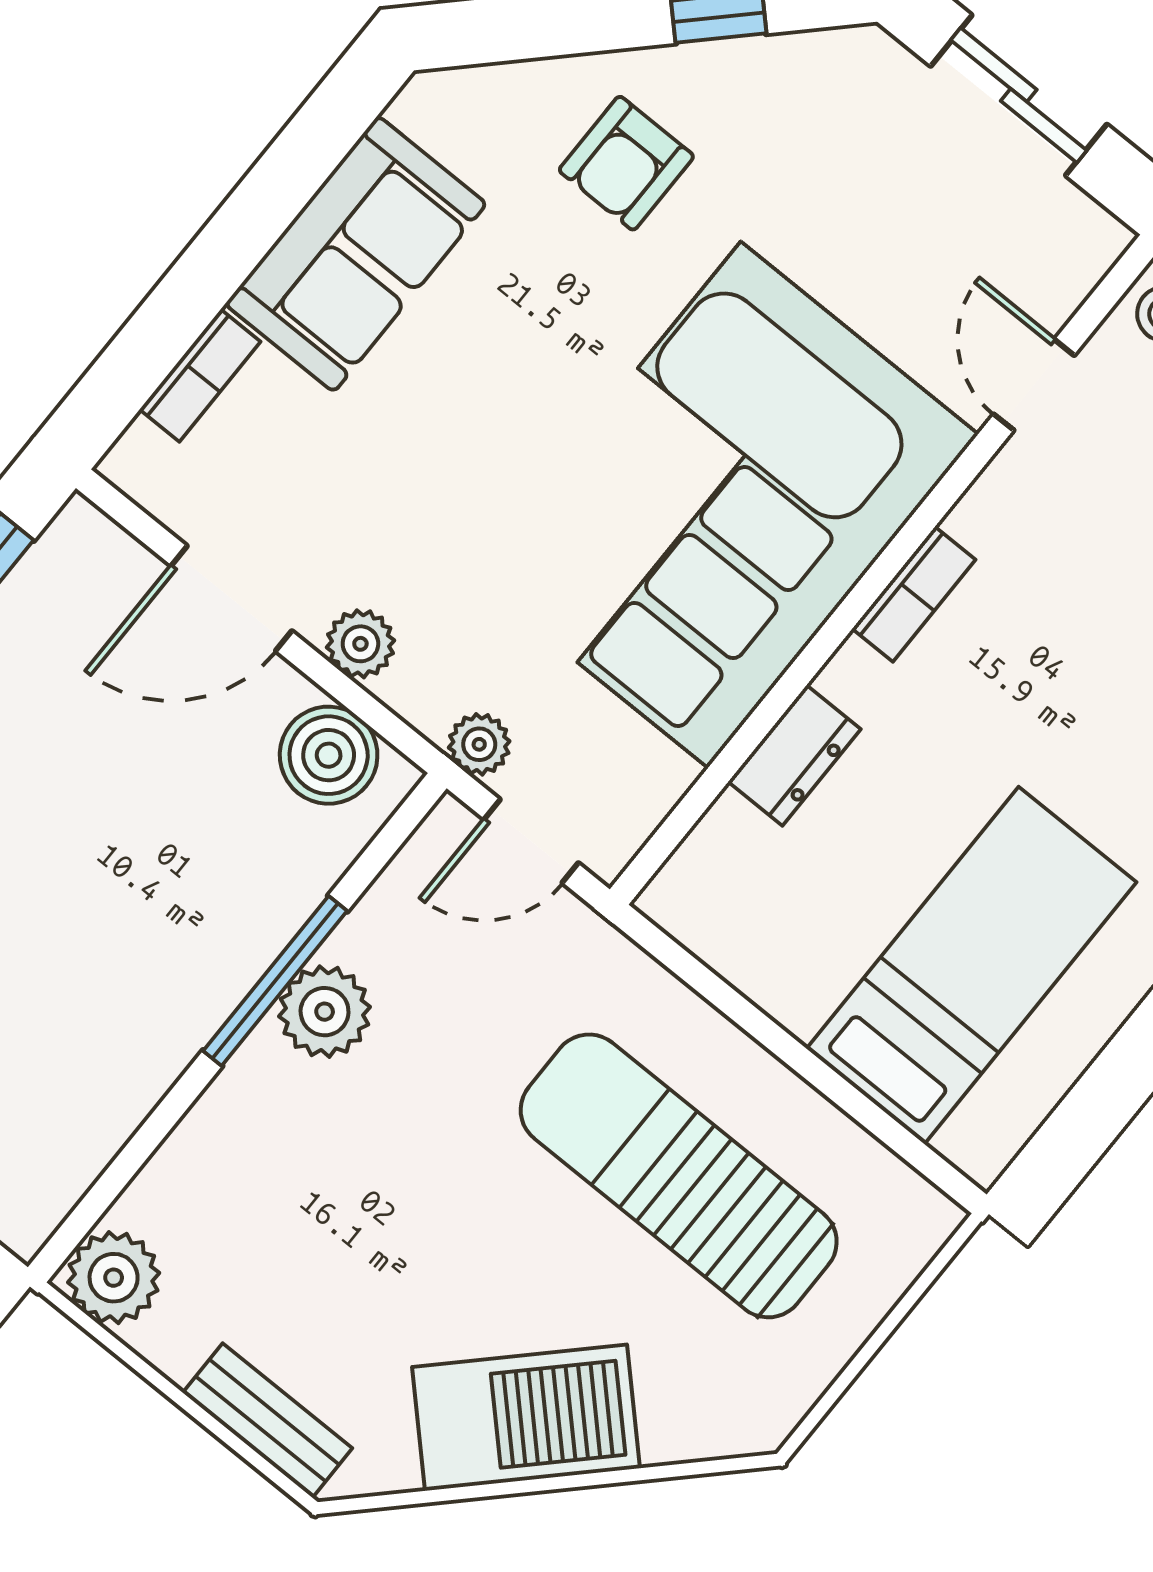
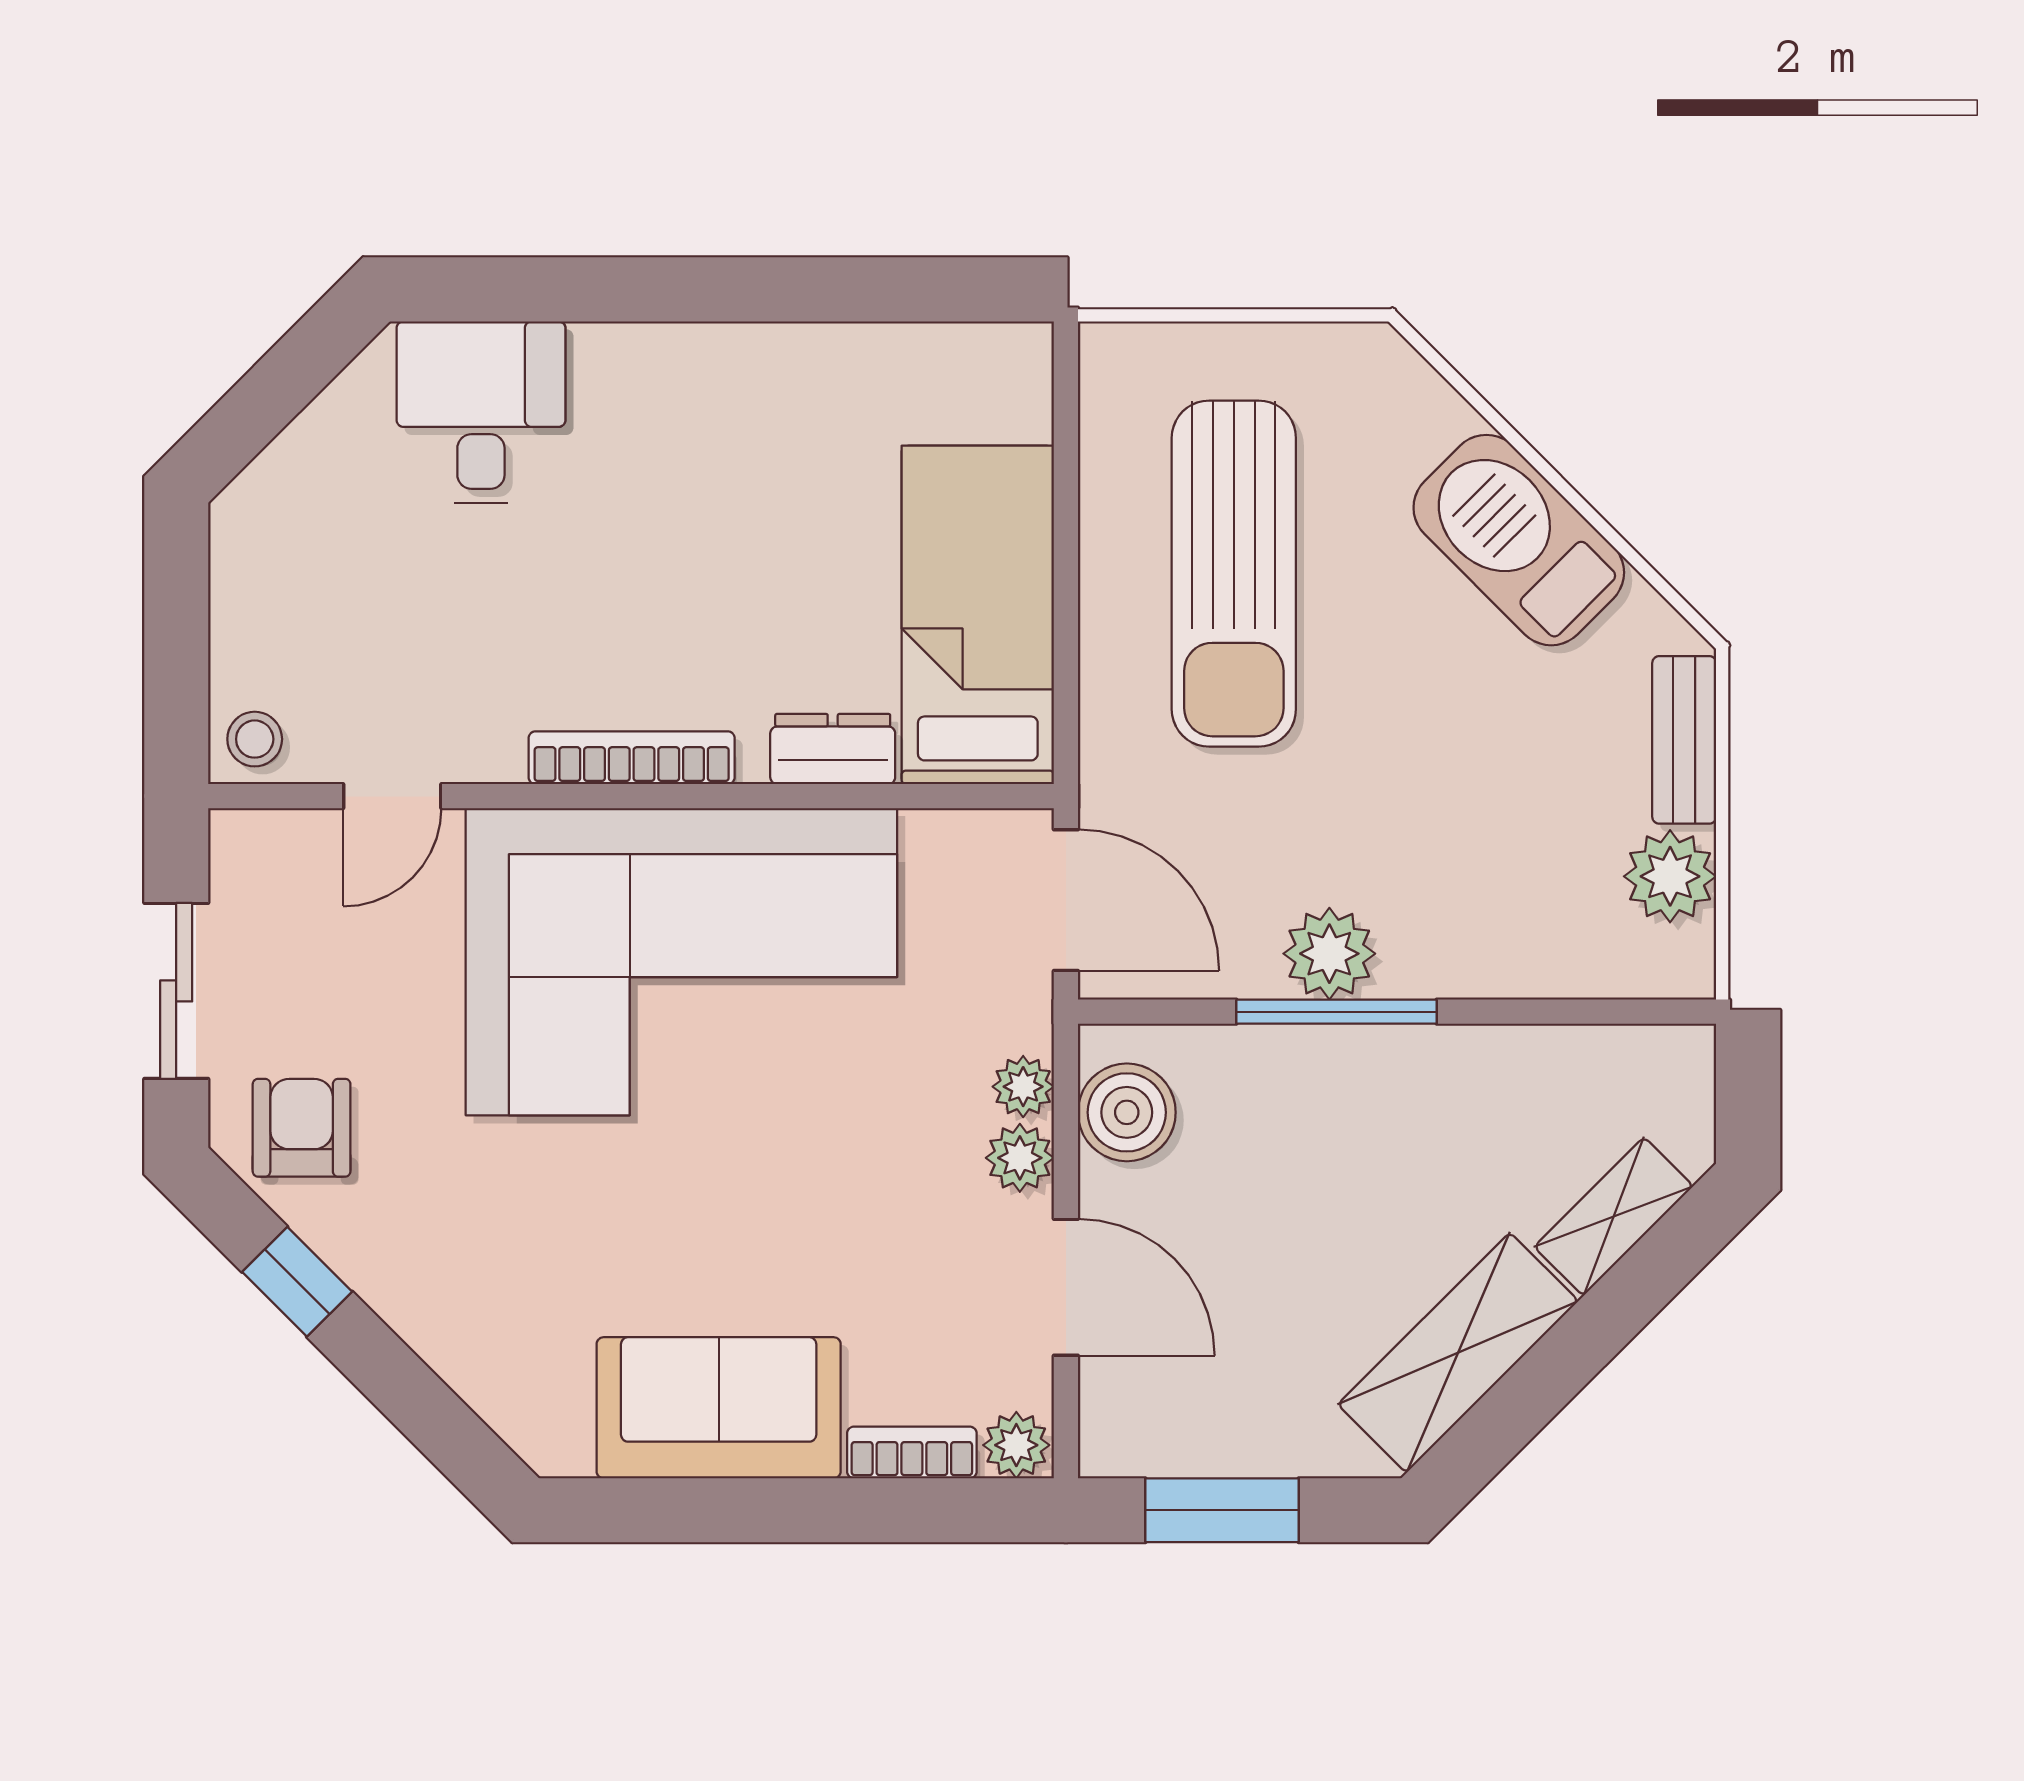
armchair: (626, 163) -> (302, 1128), moved, turned -90
plant: (140, 461) -> (1016, 1445), added
bookcase: (914, 594) -> (632, 758), width x1.56
plant: (479, 744) -> (1023, 1087), moved
door: (531, 841) -> (1066, 900), width x1.38
bed: (972, 965) -> (978, 615), moved, turned 90
plant: (114, 1278) -> (1670, 876), moved

